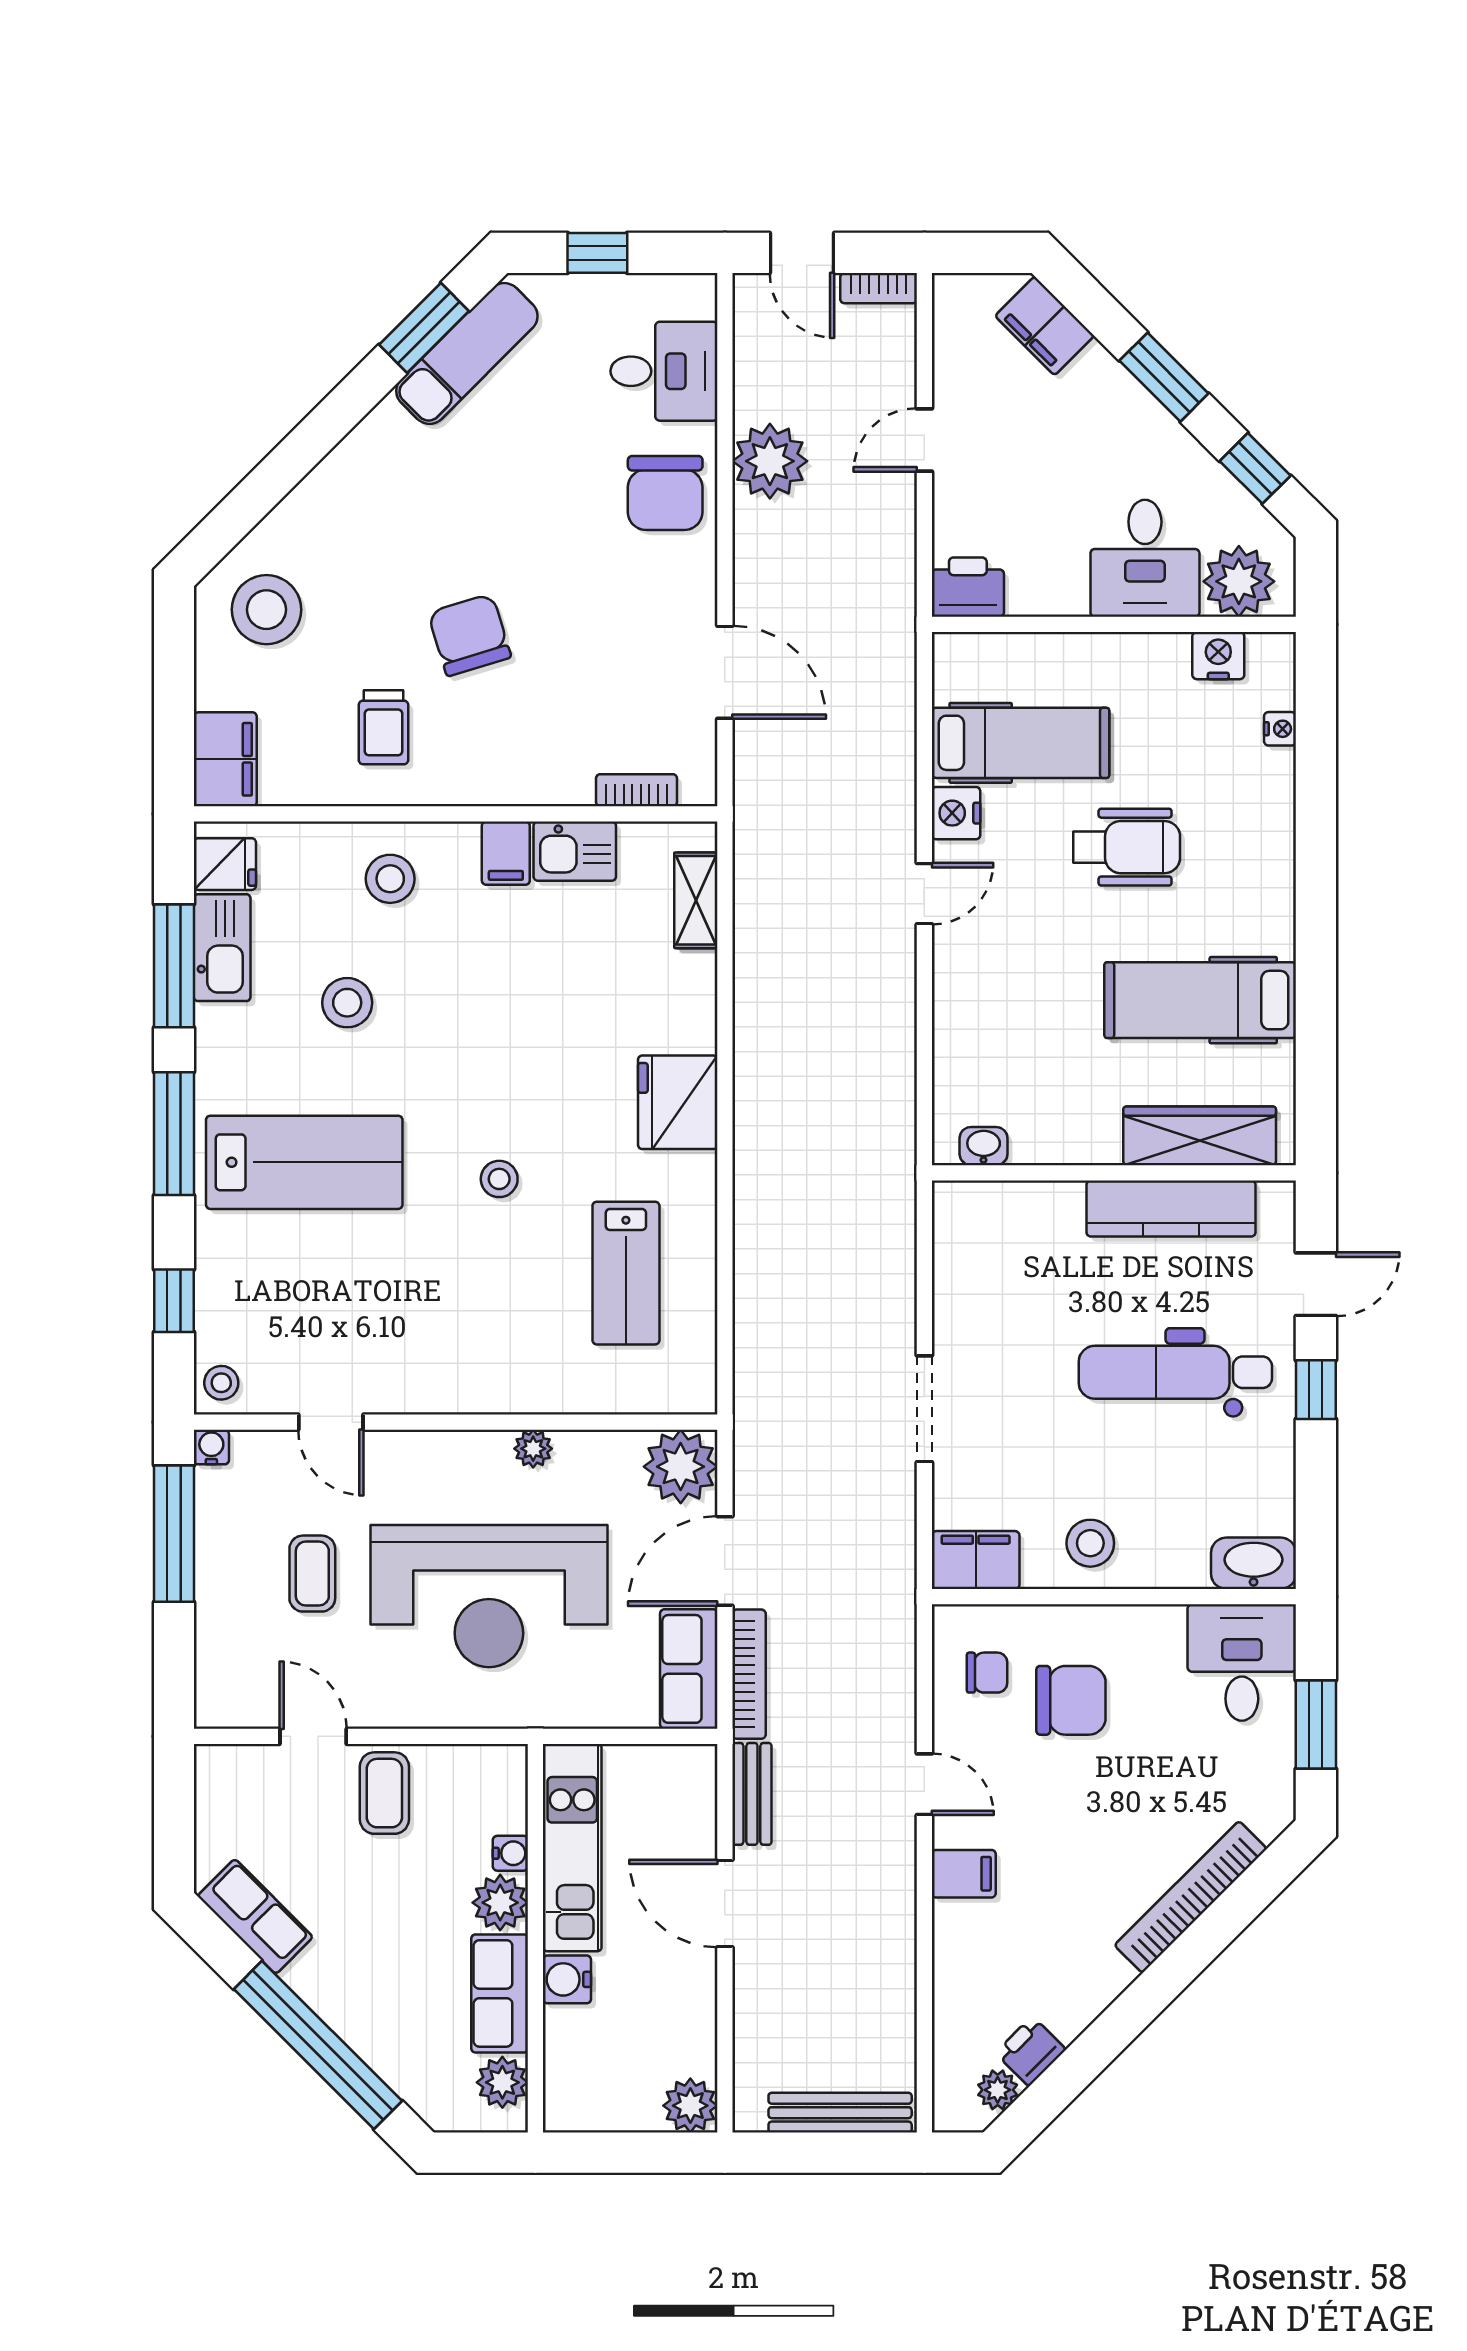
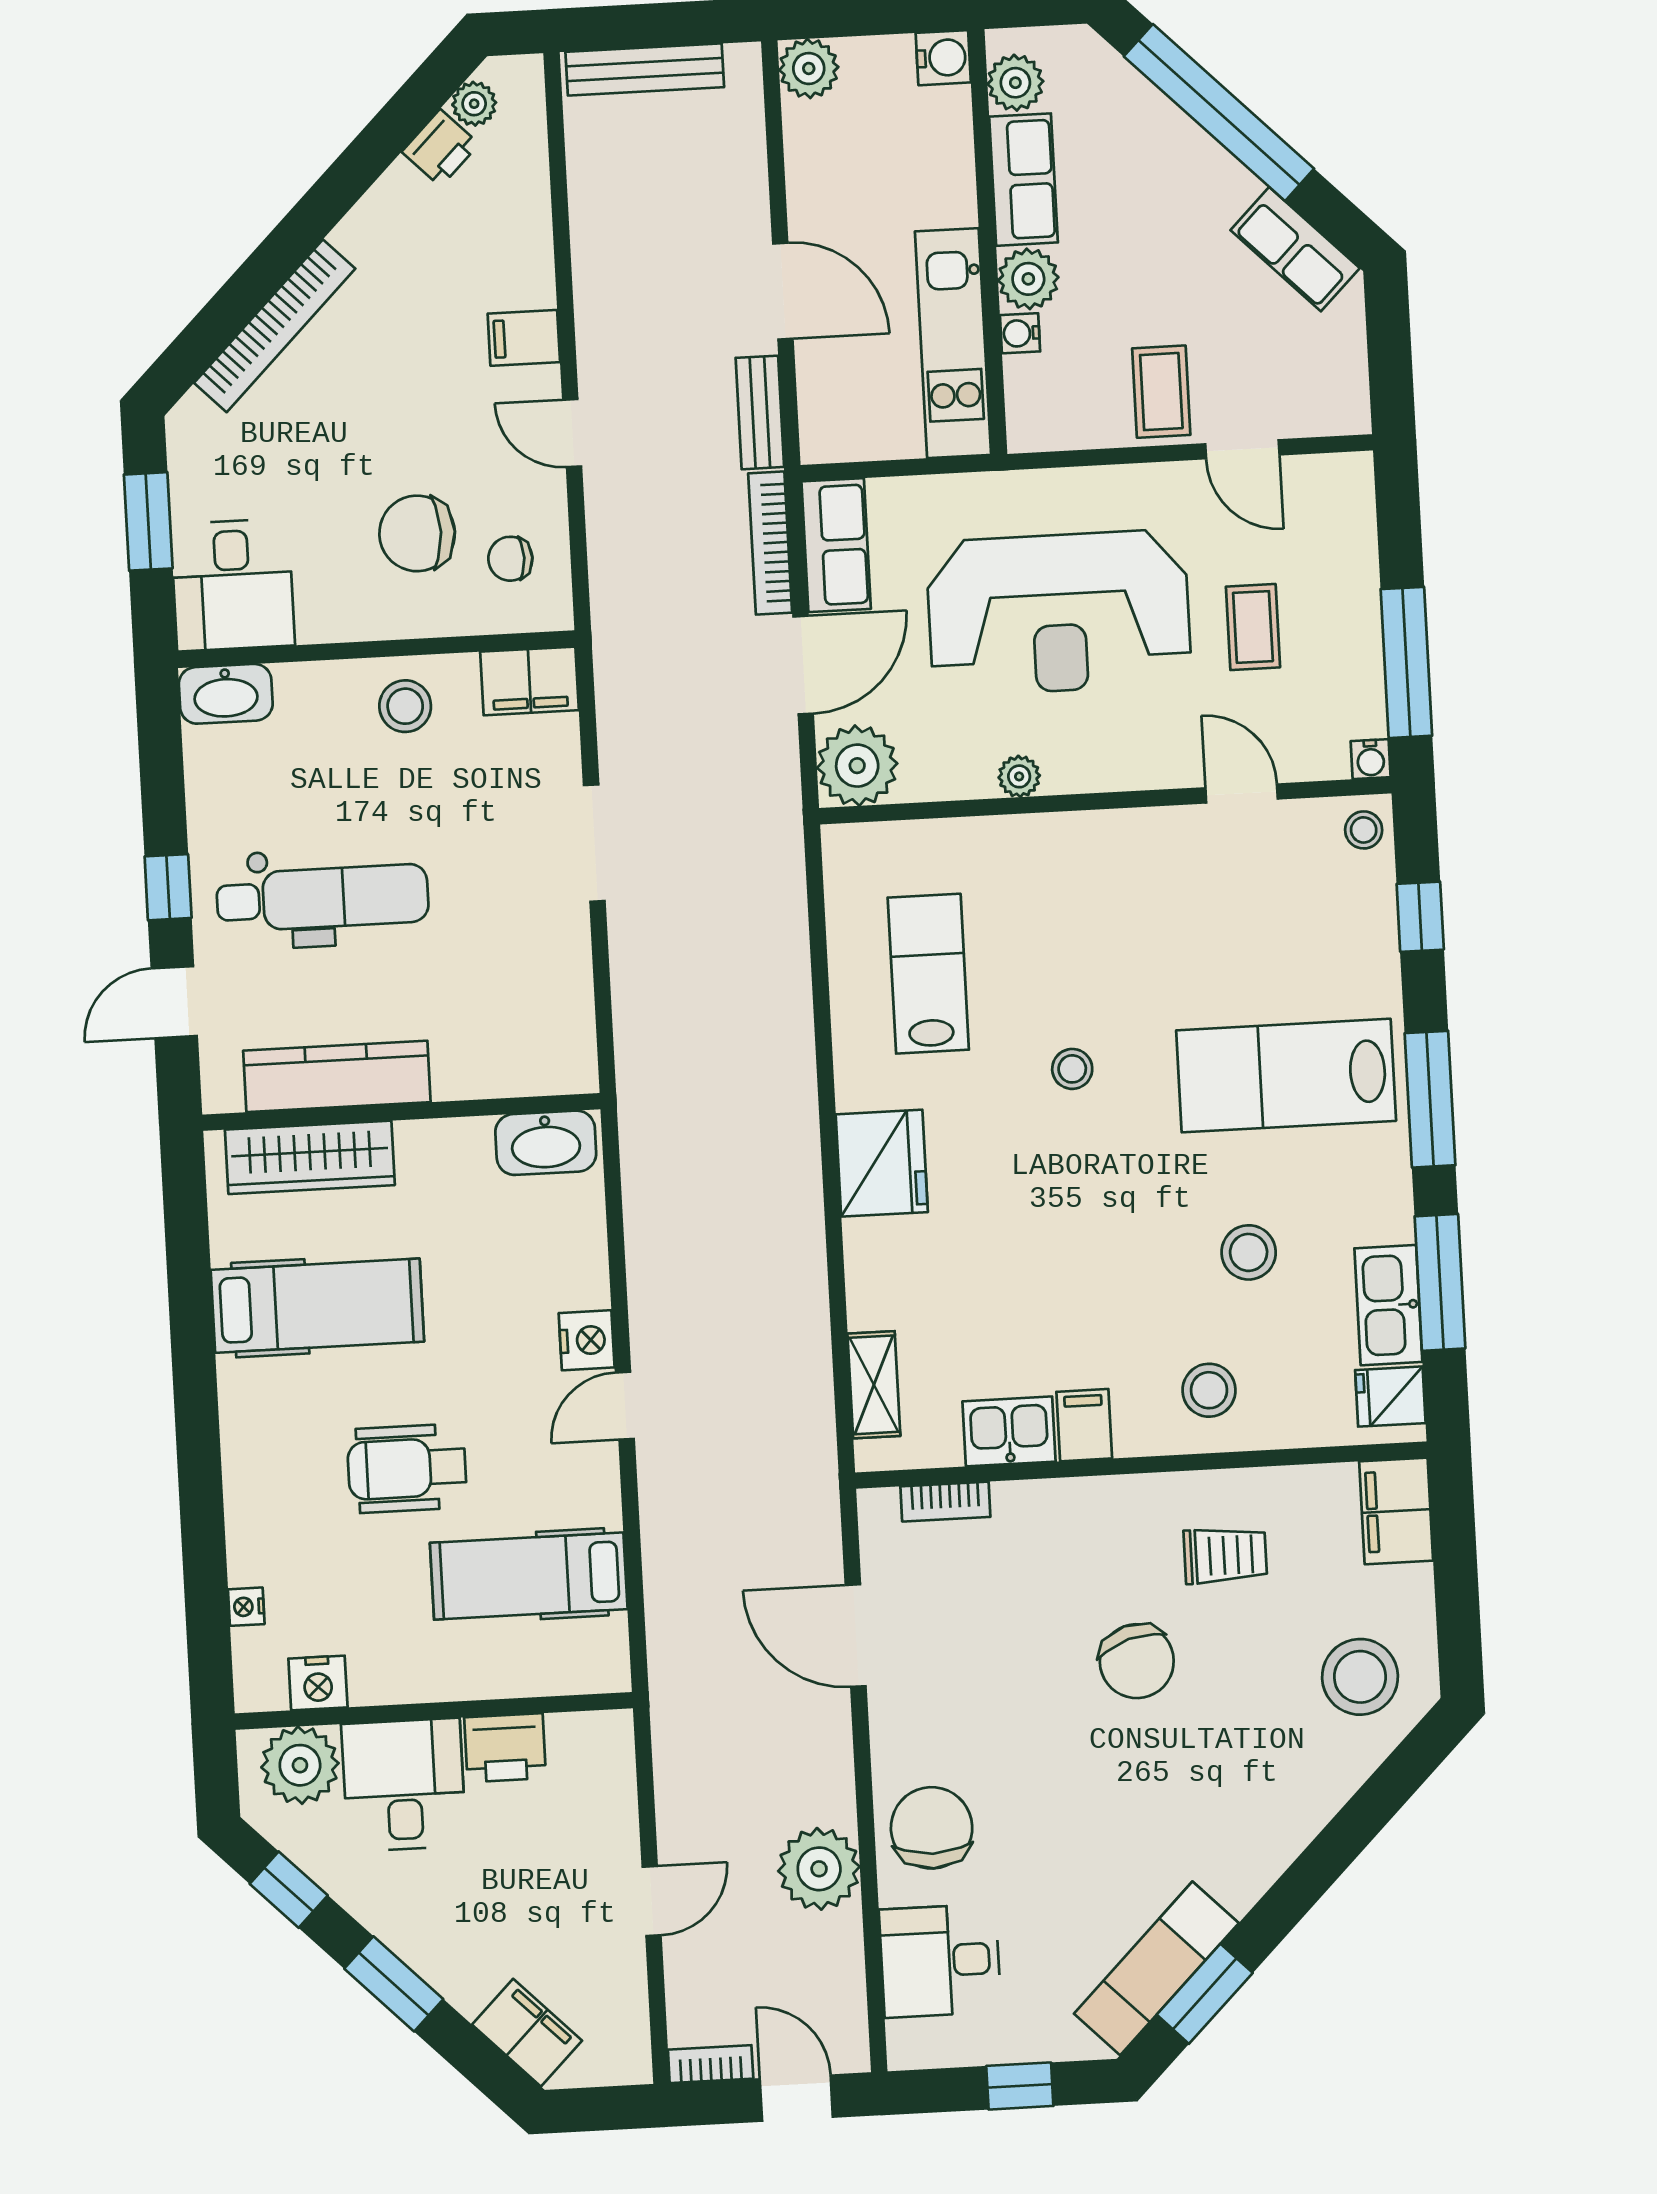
printer: (968, 587) -> (505, 1748), moved
trolley: (383, 727) -> (1225, 1555), turned 90
nightstand: (956, 813) -> (587, 1340), moved
washbasin: (984, 1146) -> (546, 1143), width x1.91, depth x1.45
reception desk: (489, 1596) -> (1059, 613), turned 180
water cooler: (567, 1979) -> (943, 58), moved

